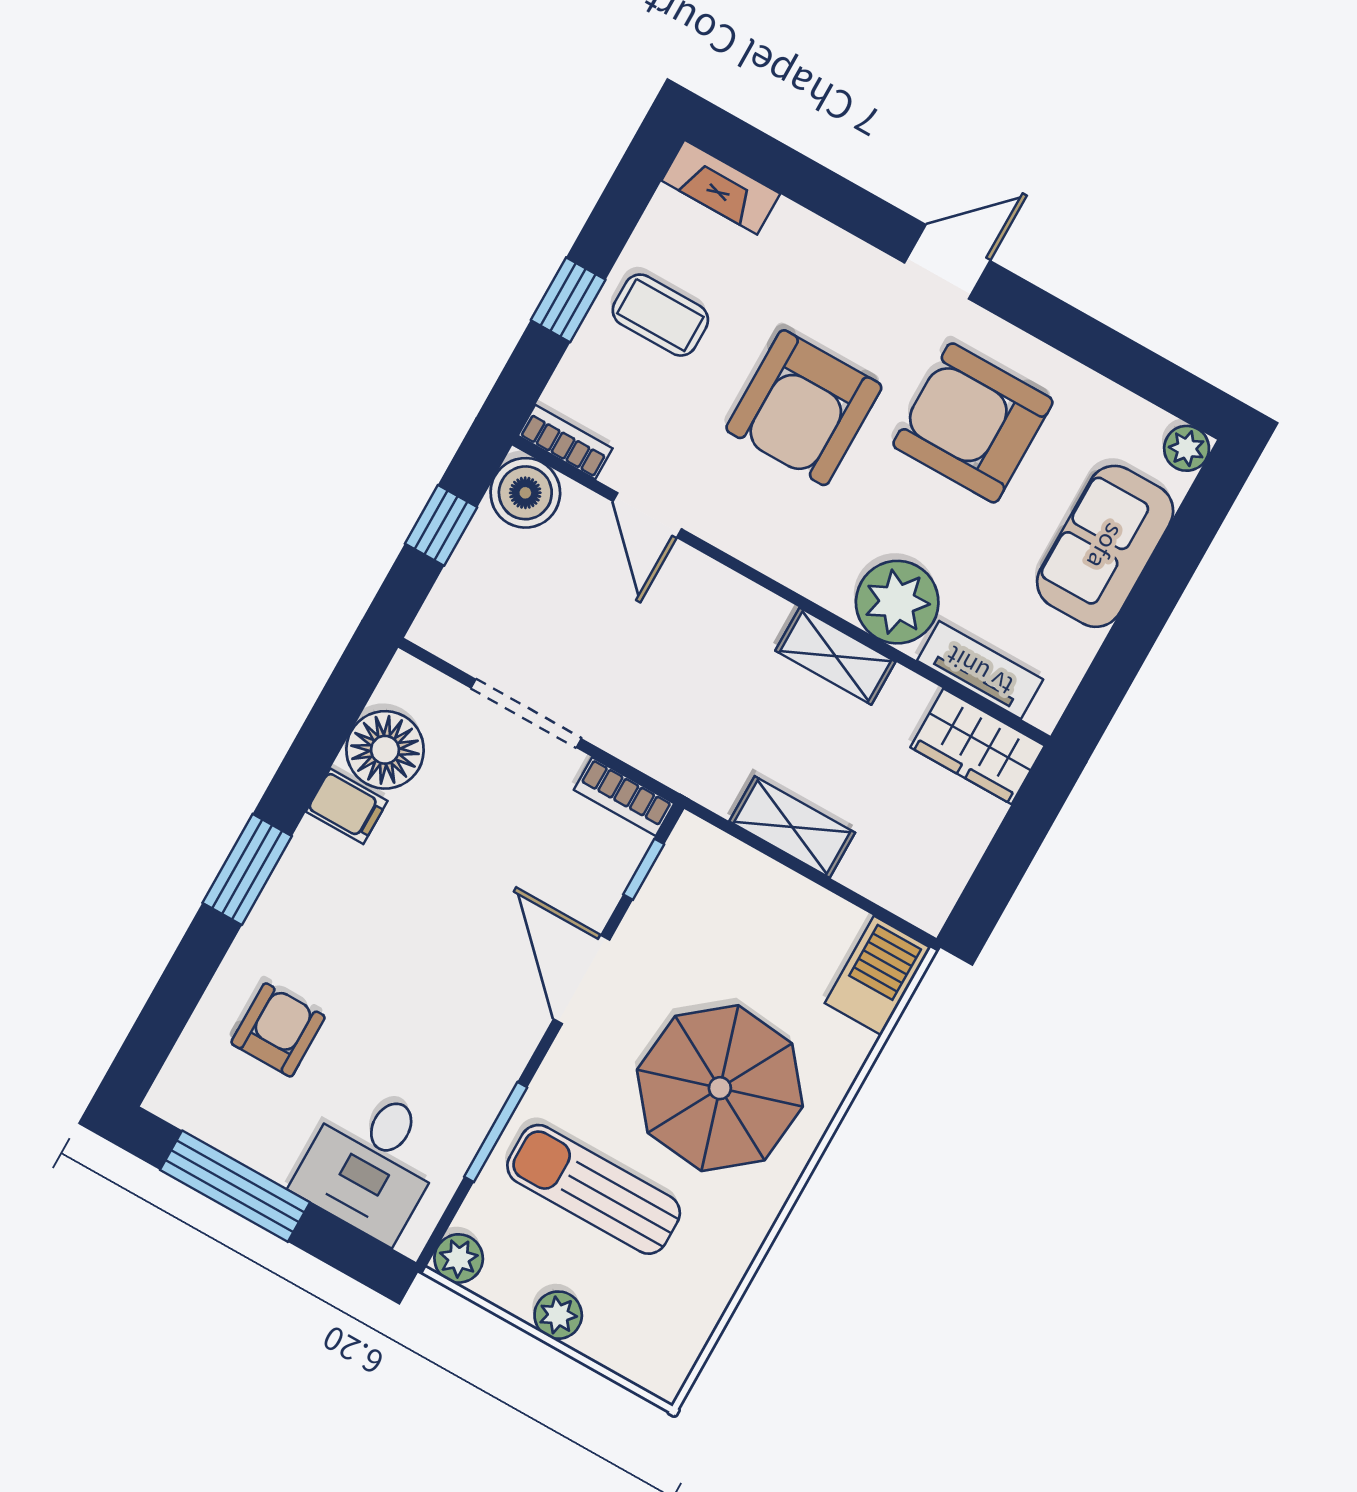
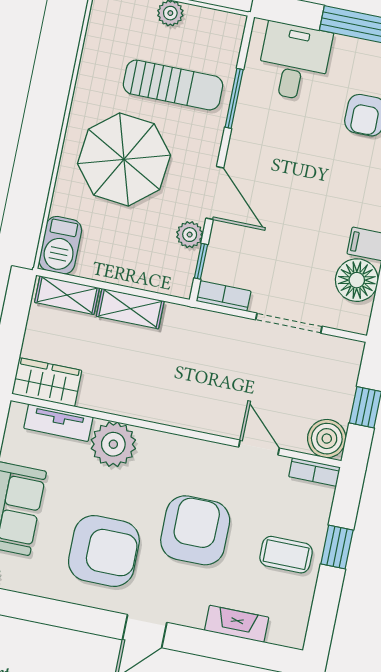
fireplace: (721, 187) -> (237, 624), moved
shelving: (835, 656) -> (67, 295), moved
plant: (459, 1258) -> (190, 235), moved

